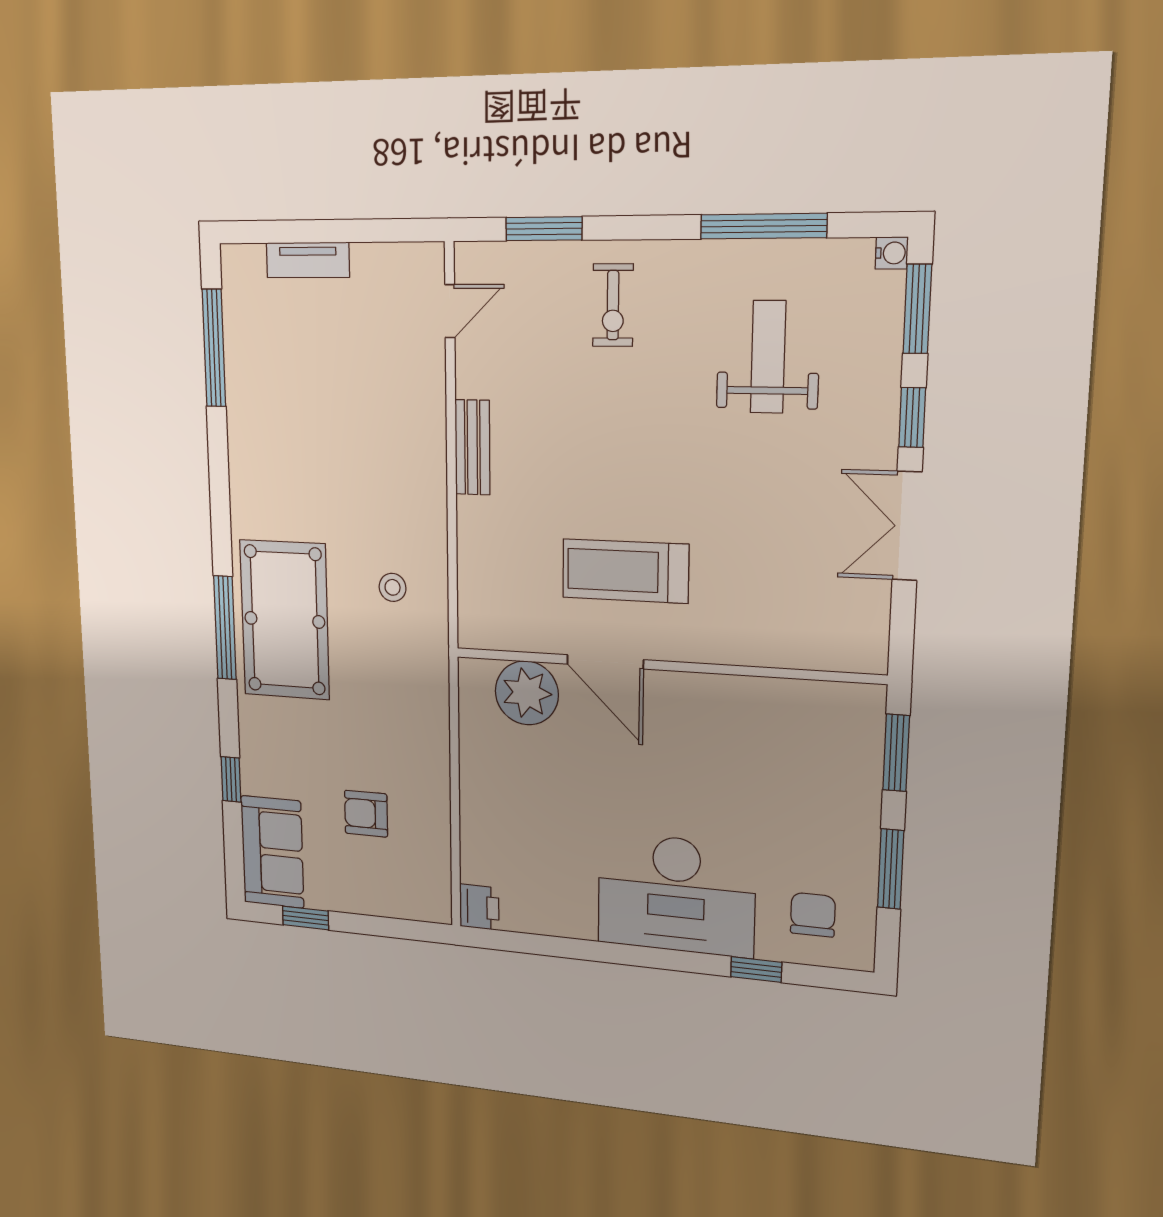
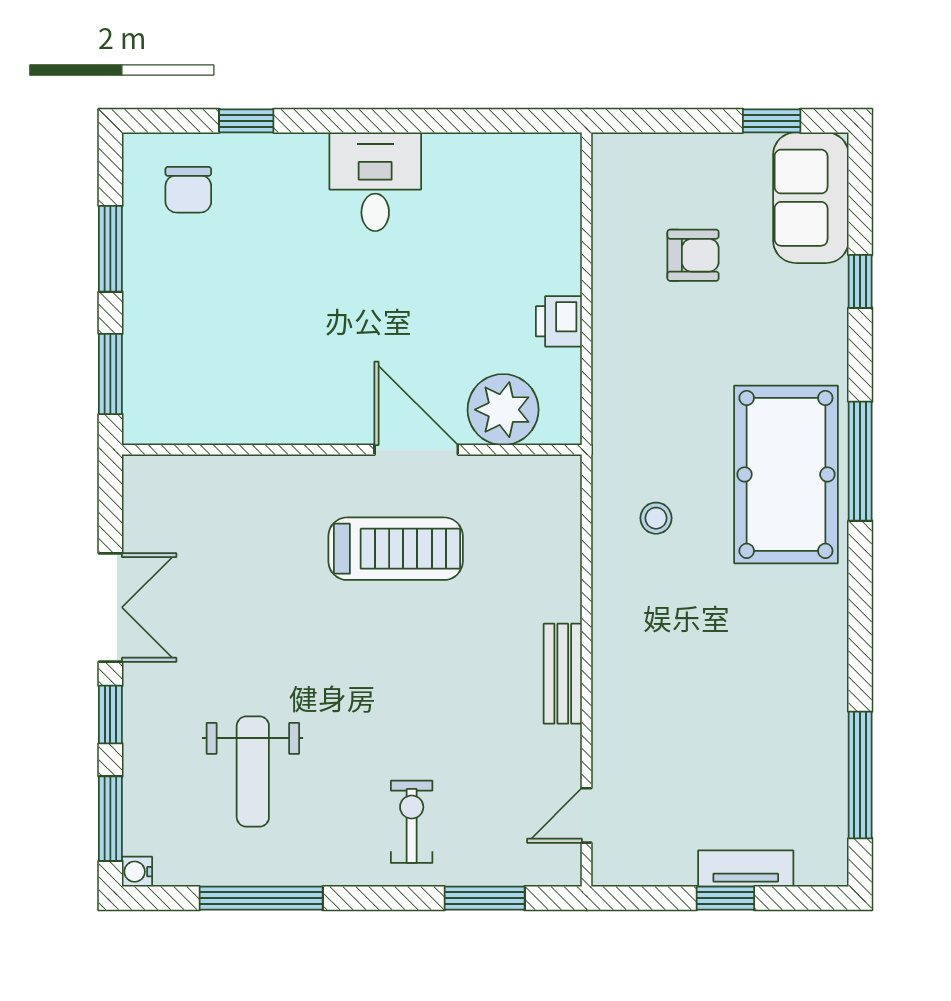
window: (325, 231) -> (725, 898), added
desk: (676, 895) -> (375, 182), width x0.53, depth x0.77
printer: (479, 907) -> (559, 321), moved

